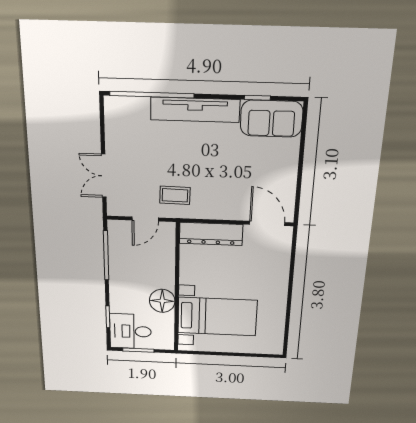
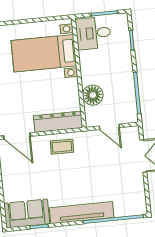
coffee table: (175, 195) -> (62, 147), moved
door: (145, 219) -> (109, 127), swing flipped
floor lamp: (162, 301) -> (93, 95), moved
desk: (130, 331) -> (93, 33), moved, turned 180

